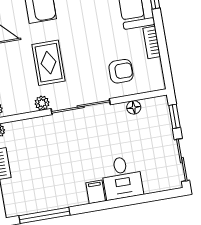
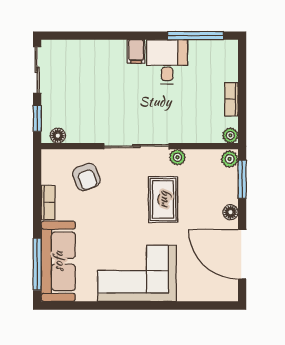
armchair: (121, 71) -> (86, 177), turned -111
floor lamp: (134, 107) -> (58, 136), moved
desk: (122, 178) -> (167, 62), moved

